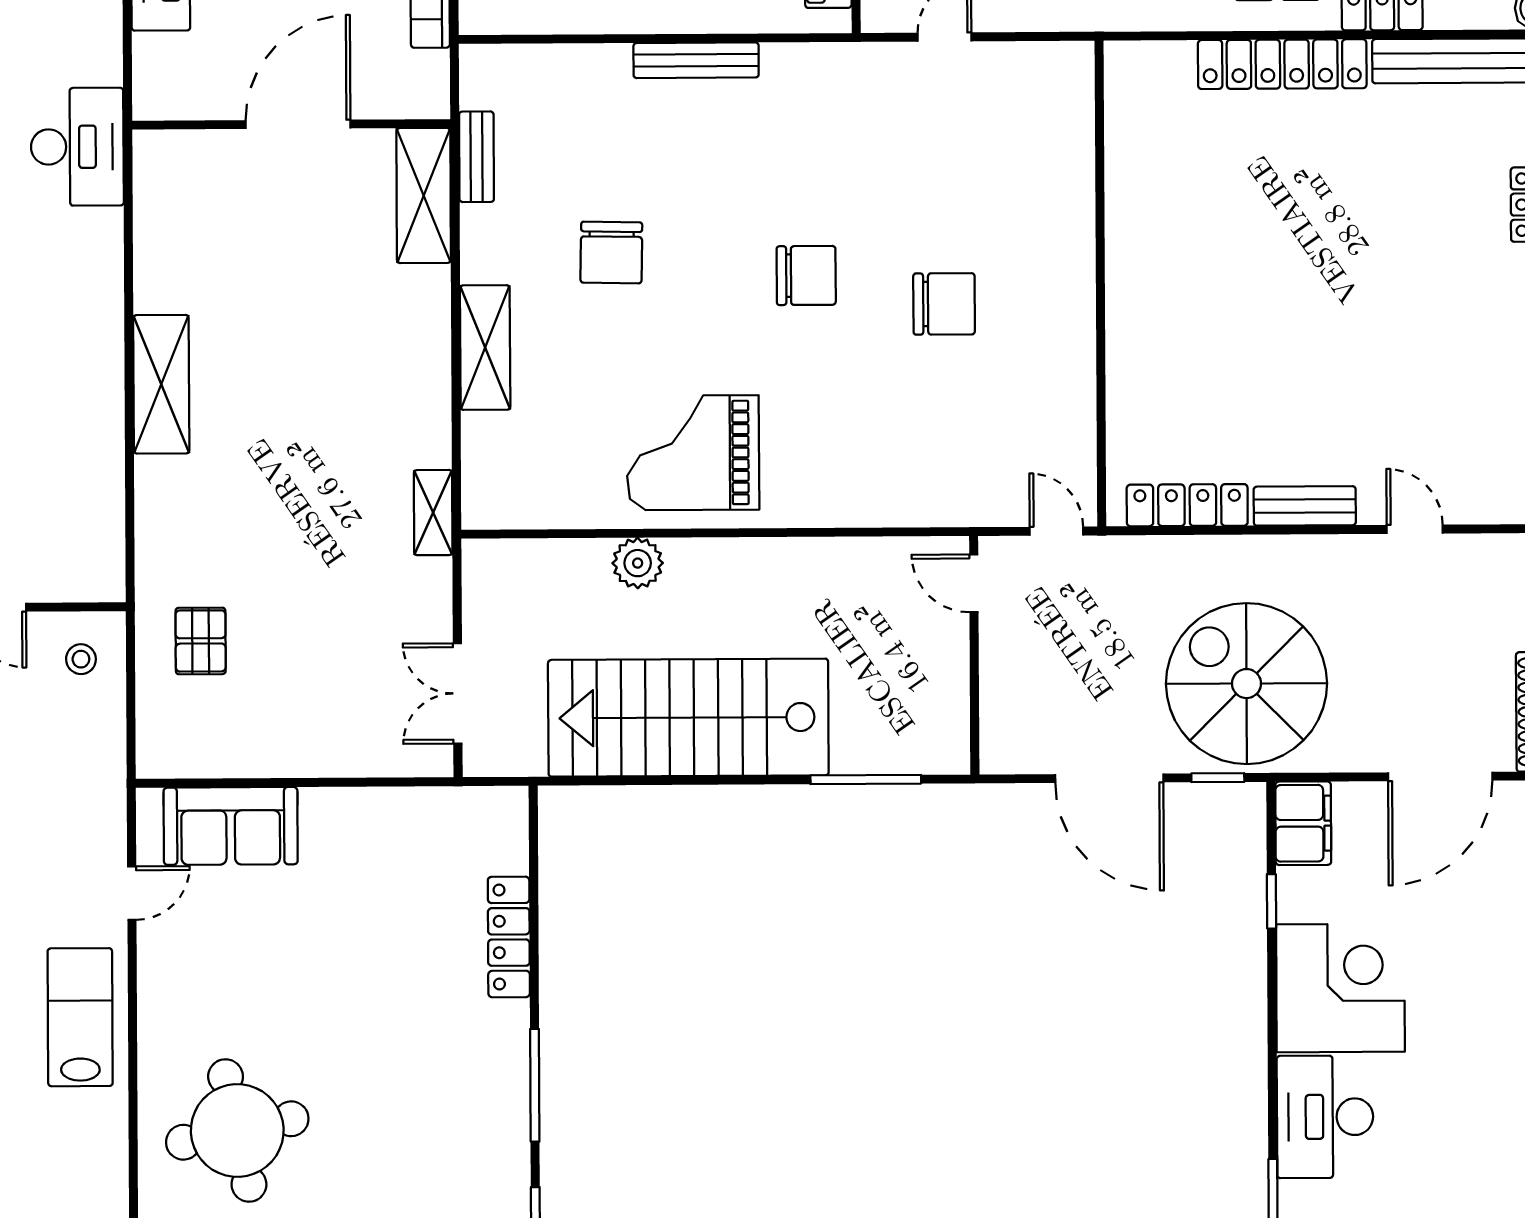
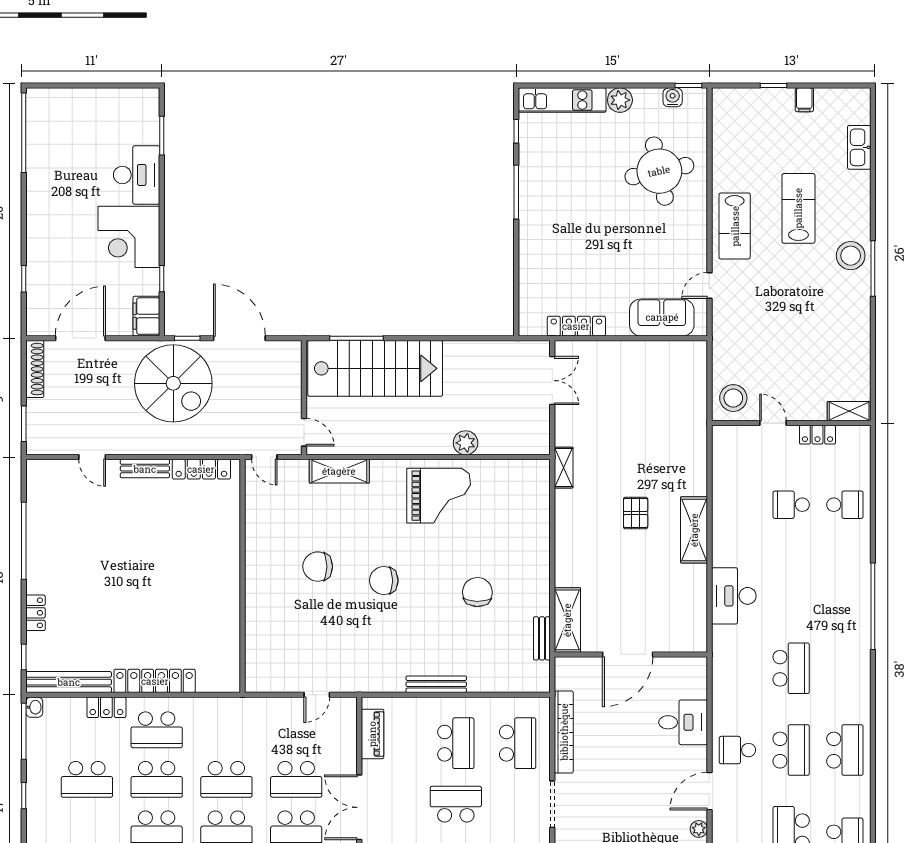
desk: (77, 147) -> (734, 596), moved
shelving: (485, 348) -> (339, 471), moved, turned 90
pallet: (201, 641) -> (636, 513), moved
stool: (81, 659) -> (733, 398), width x1.89, depth x1.89
stairs: (688, 718) -> (375, 368), moved
locker: (509, 937) -> (576, 326), moved, turned -90

